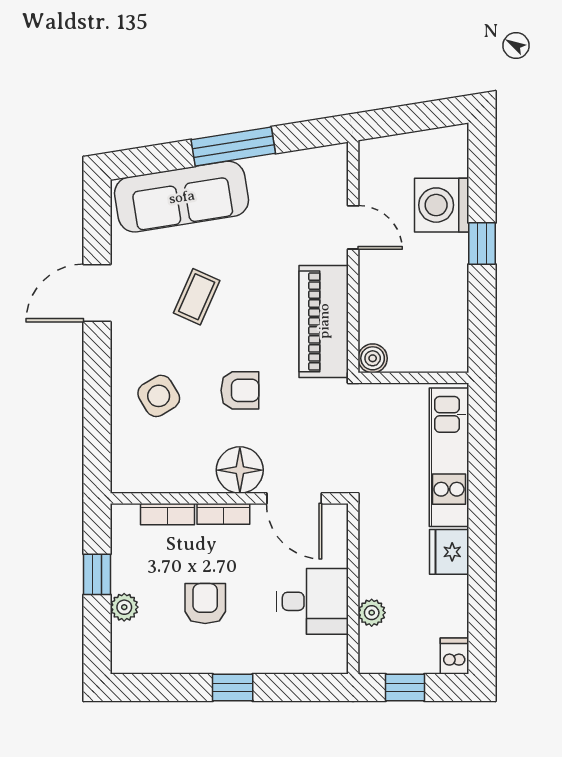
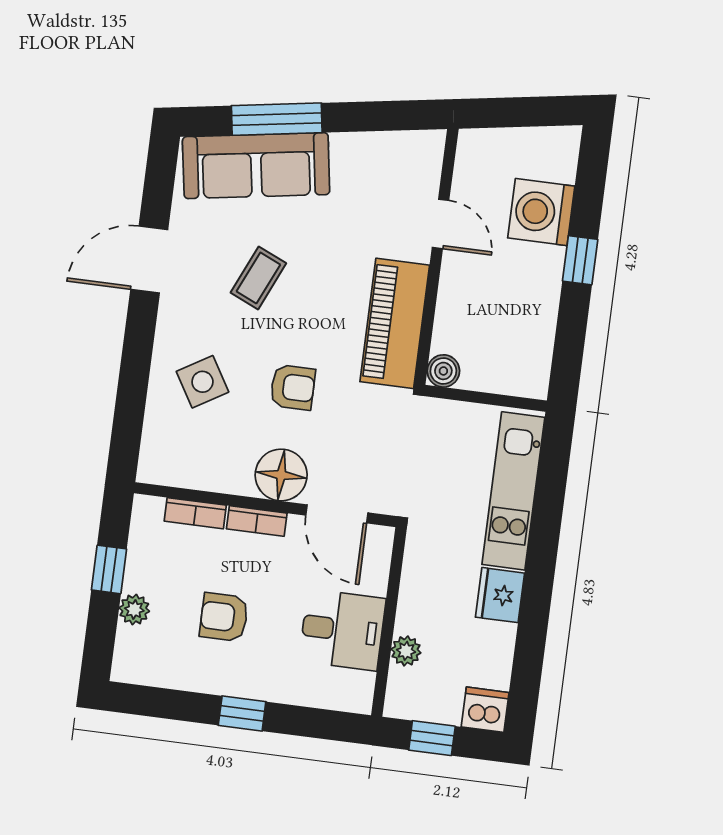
window: (233, 147) -> (277, 119), moved
armchair: (205, 604) -> (224, 617), turned -90
dishwasher: (454, 656) -> (485, 710), width x1.38

